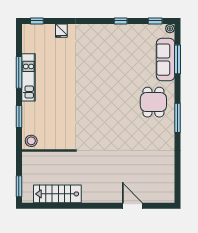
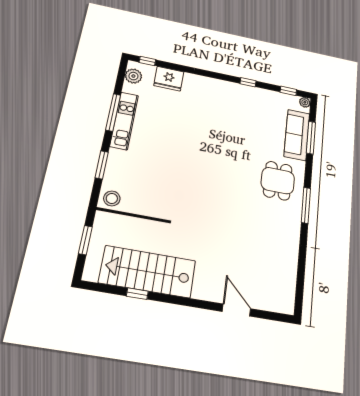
fridge: (61, 31) -> (169, 79), width x1.88, depth x1.34
plant: (28, 37) -> (133, 76), added
window: (19, 186) -> (85, 240), moved
stairs: (57, 194) -> (148, 272), width x1.36, depth x1.51
window: (61, 206) -> (137, 294), added

